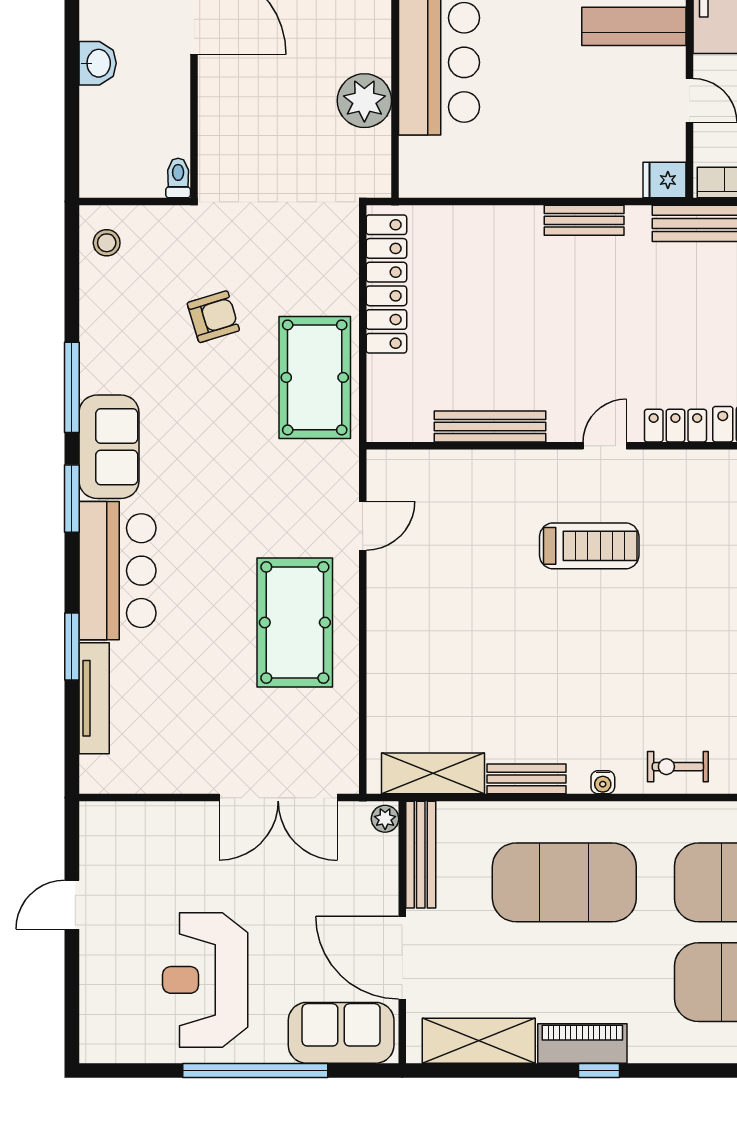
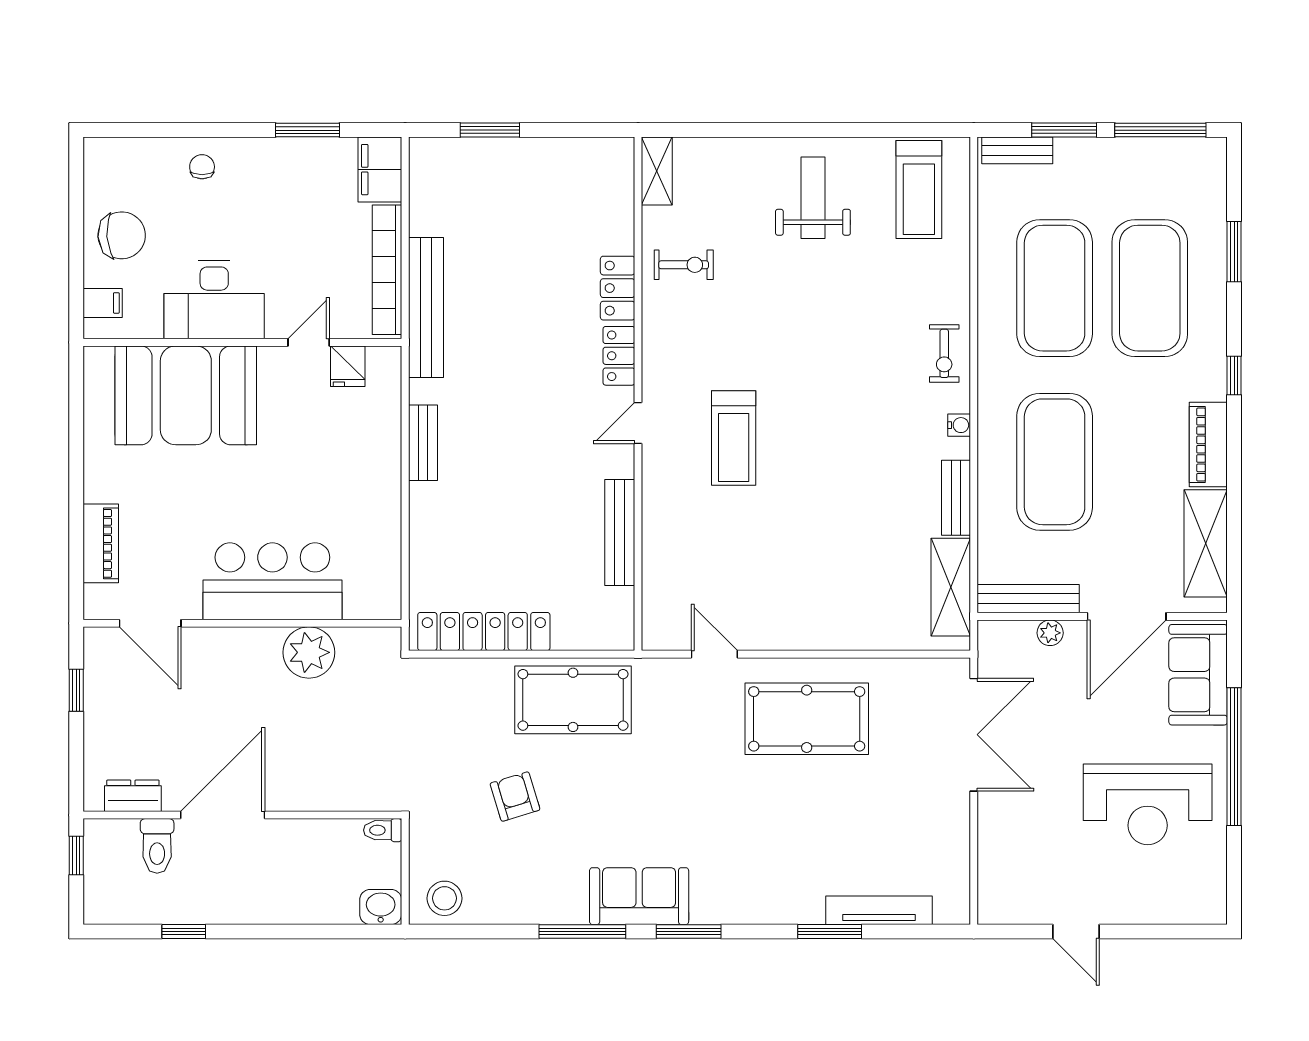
washbasin: (98, 63) -> (381, 907), moved
fridge: (664, 180) -> (348, 366), moved
stool: (107, 243) -> (444, 898), width x1.37, depth x1.37
door: (605, 446) -> (638, 423), hinge flipped
treadmill: (589, 546) -> (734, 438), turned 180
bar counter: (117, 571) -> (757, 888), removed
plant: (385, 819) -> (1050, 633), moved
window: (599, 1070) -> (1234, 375), moved

